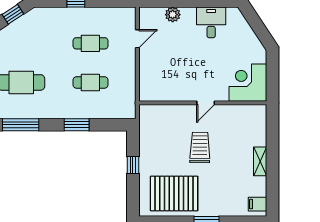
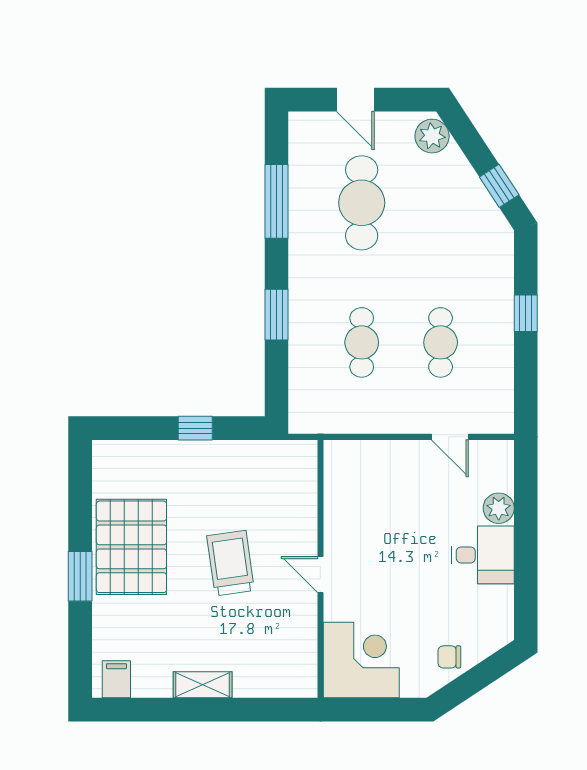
desk: (211, 22) -> (483, 555), moved
chair: (246, 39) -> (449, 657), added
trolley: (200, 148) -> (231, 563), turned -99
pallet: (174, 193) -> (131, 547), moved

